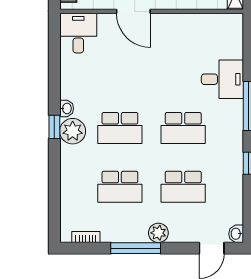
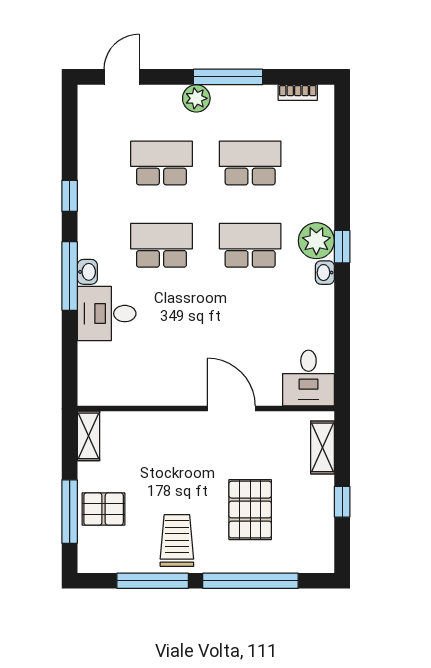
washbasin: (236, 234) -> (87, 272), moved

